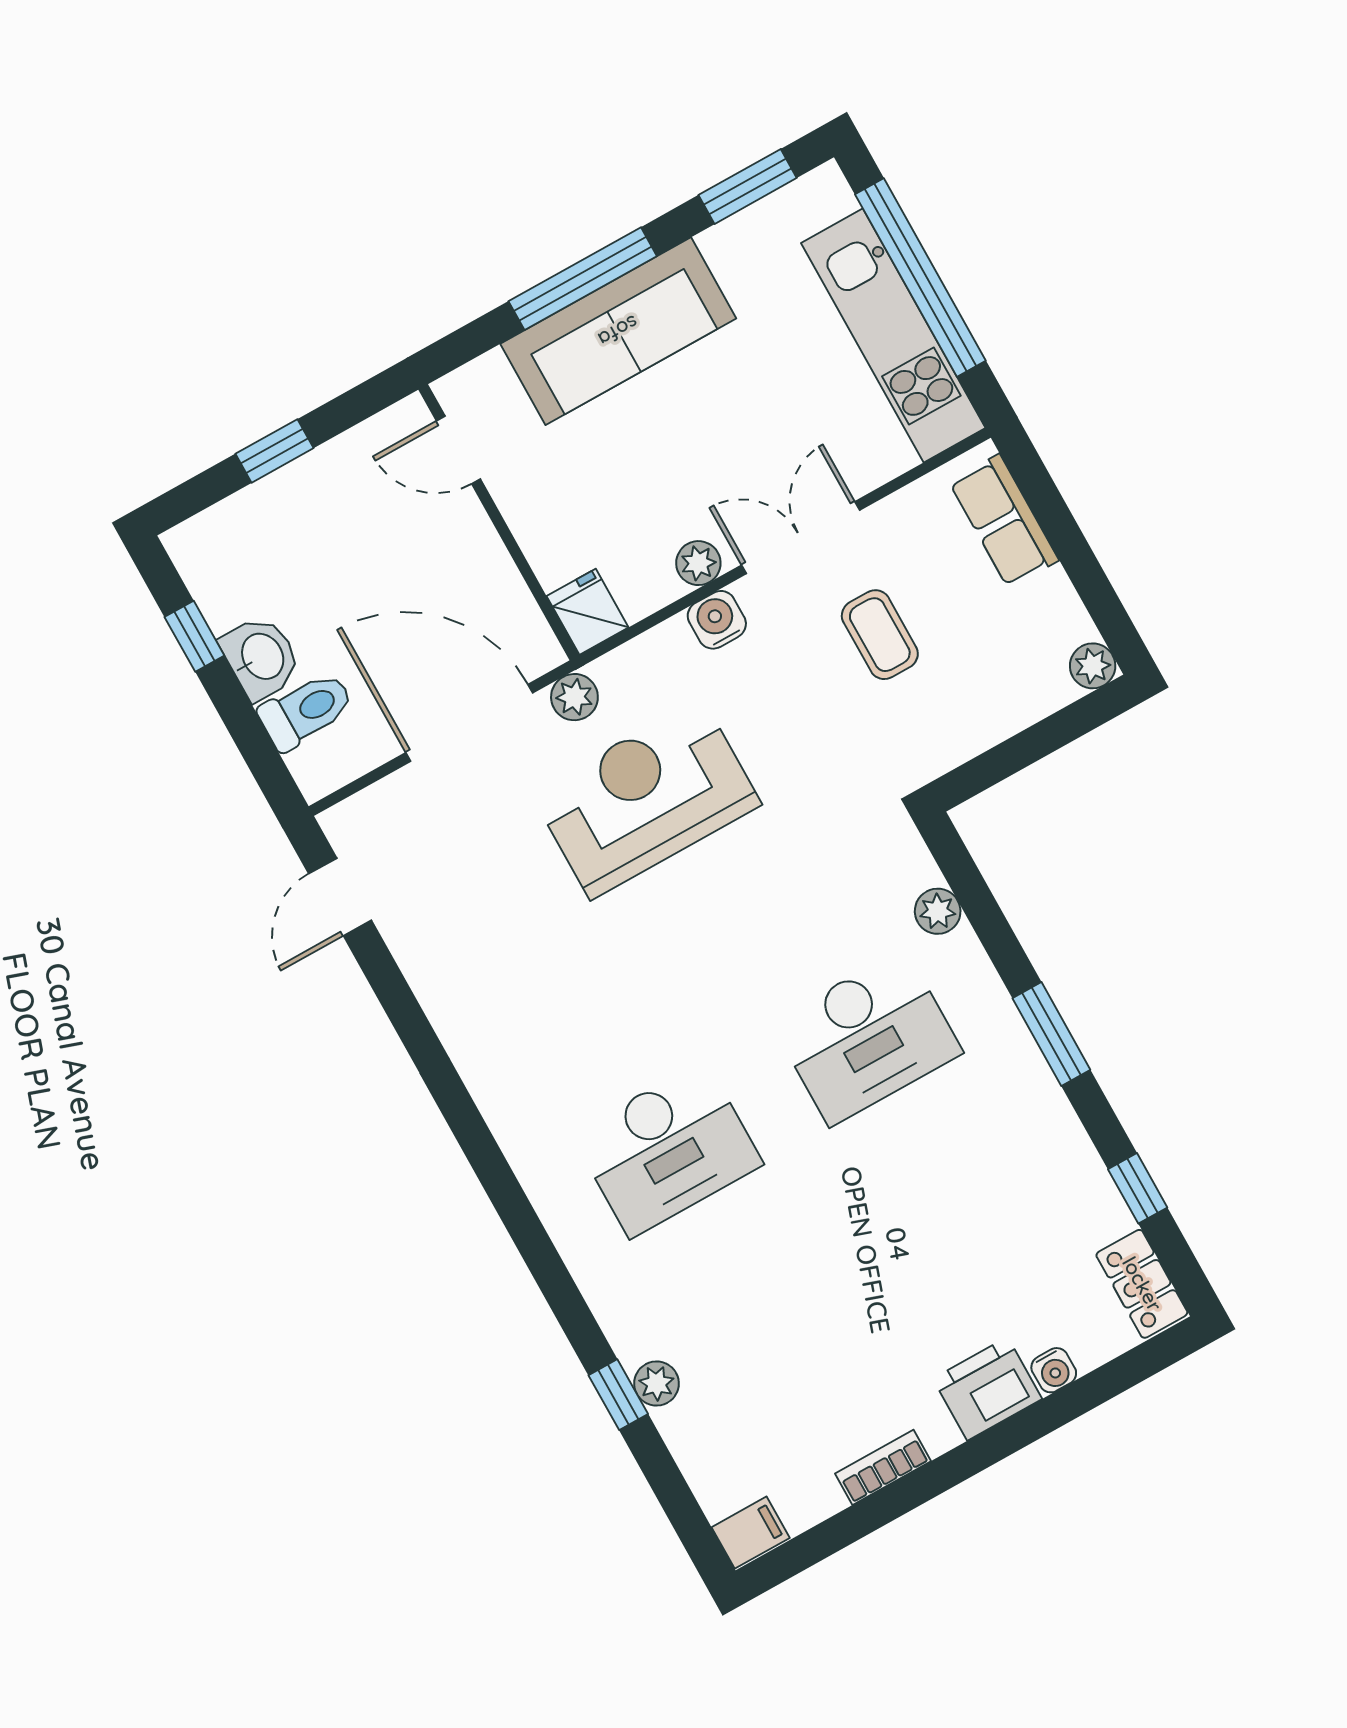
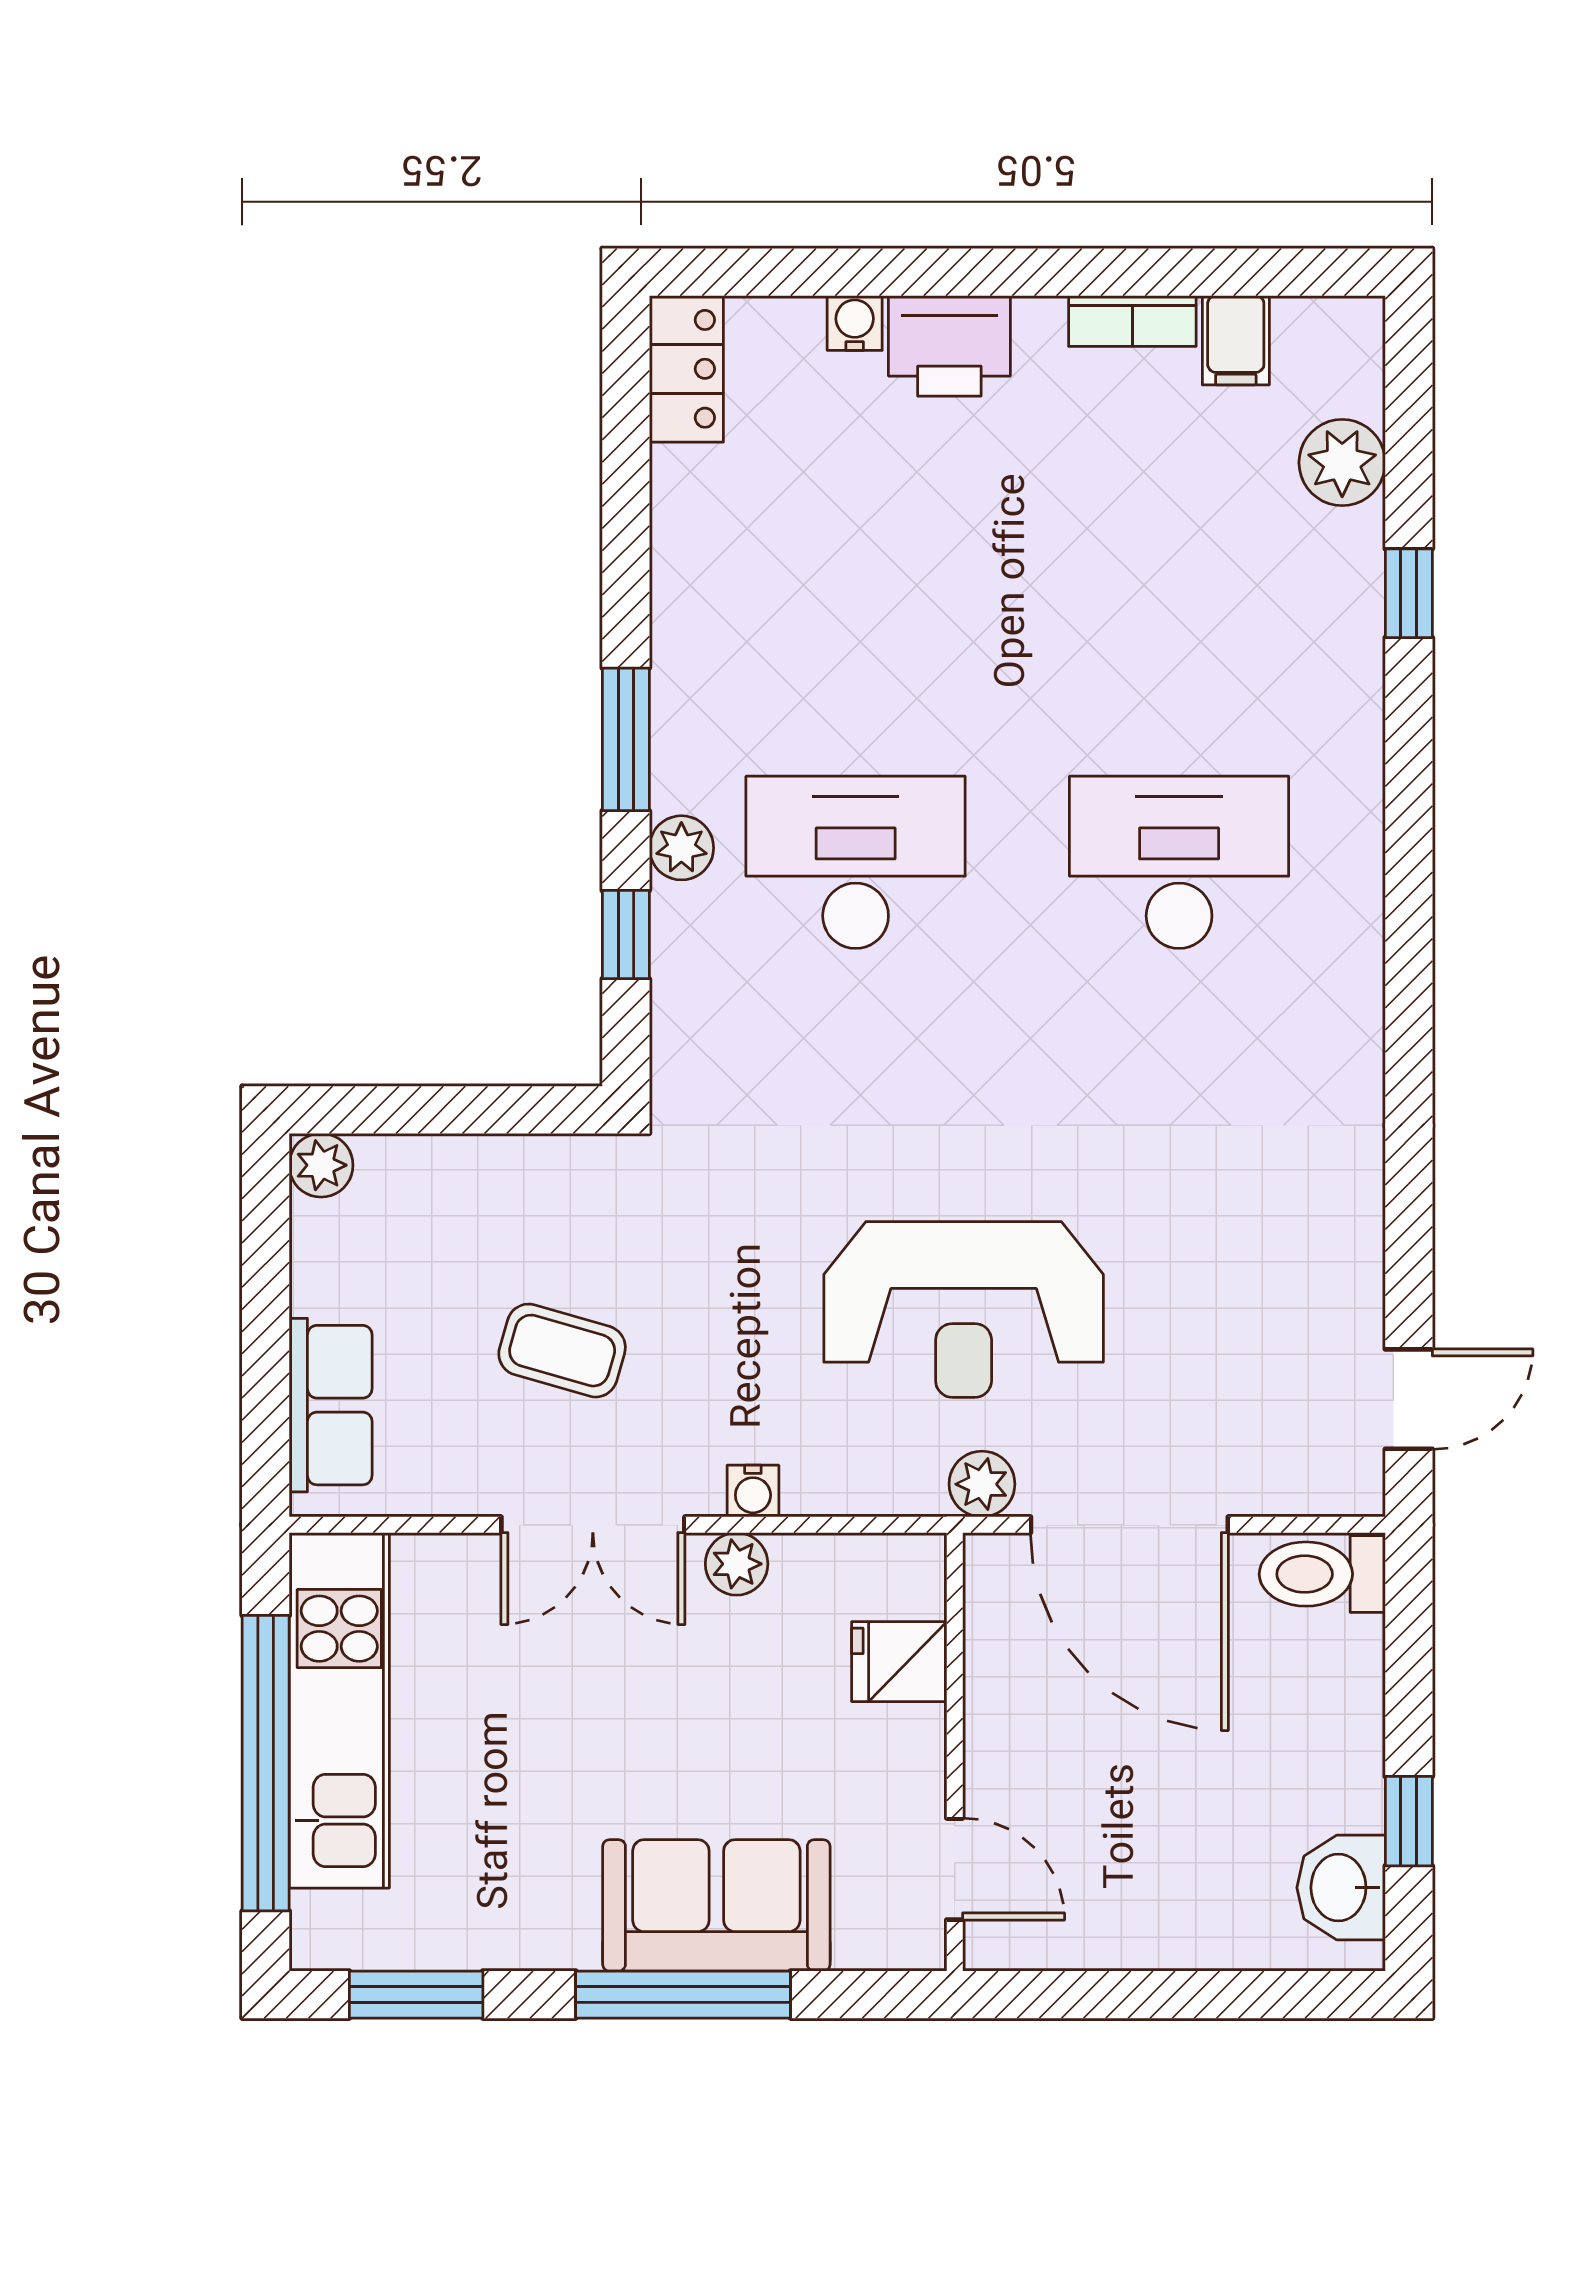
sofa: (618, 331) -> (716, 1905), width x0.73
window: (274, 451) -> (1182, 1995), removed
fridge: (588, 612) -> (899, 1662), moved, turned 90
water cooler: (717, 620) -> (753, 1491), width x0.72, depth x0.72
coffee table: (880, 635) -> (562, 1351), turned -74
washbasin: (261, 657) -> (1341, 1888), moved
toilet: (306, 711) -> (1322, 1574), moved
plant: (938, 911) -> (681, 848), moved
window: (1138, 1188) -> (626, 935), moved
plant: (657, 1383) -> (1342, 463), moved, width x1.38, depth x1.38
filing cabinet: (751, 1533) -> (1236, 340), moved, turned -90

